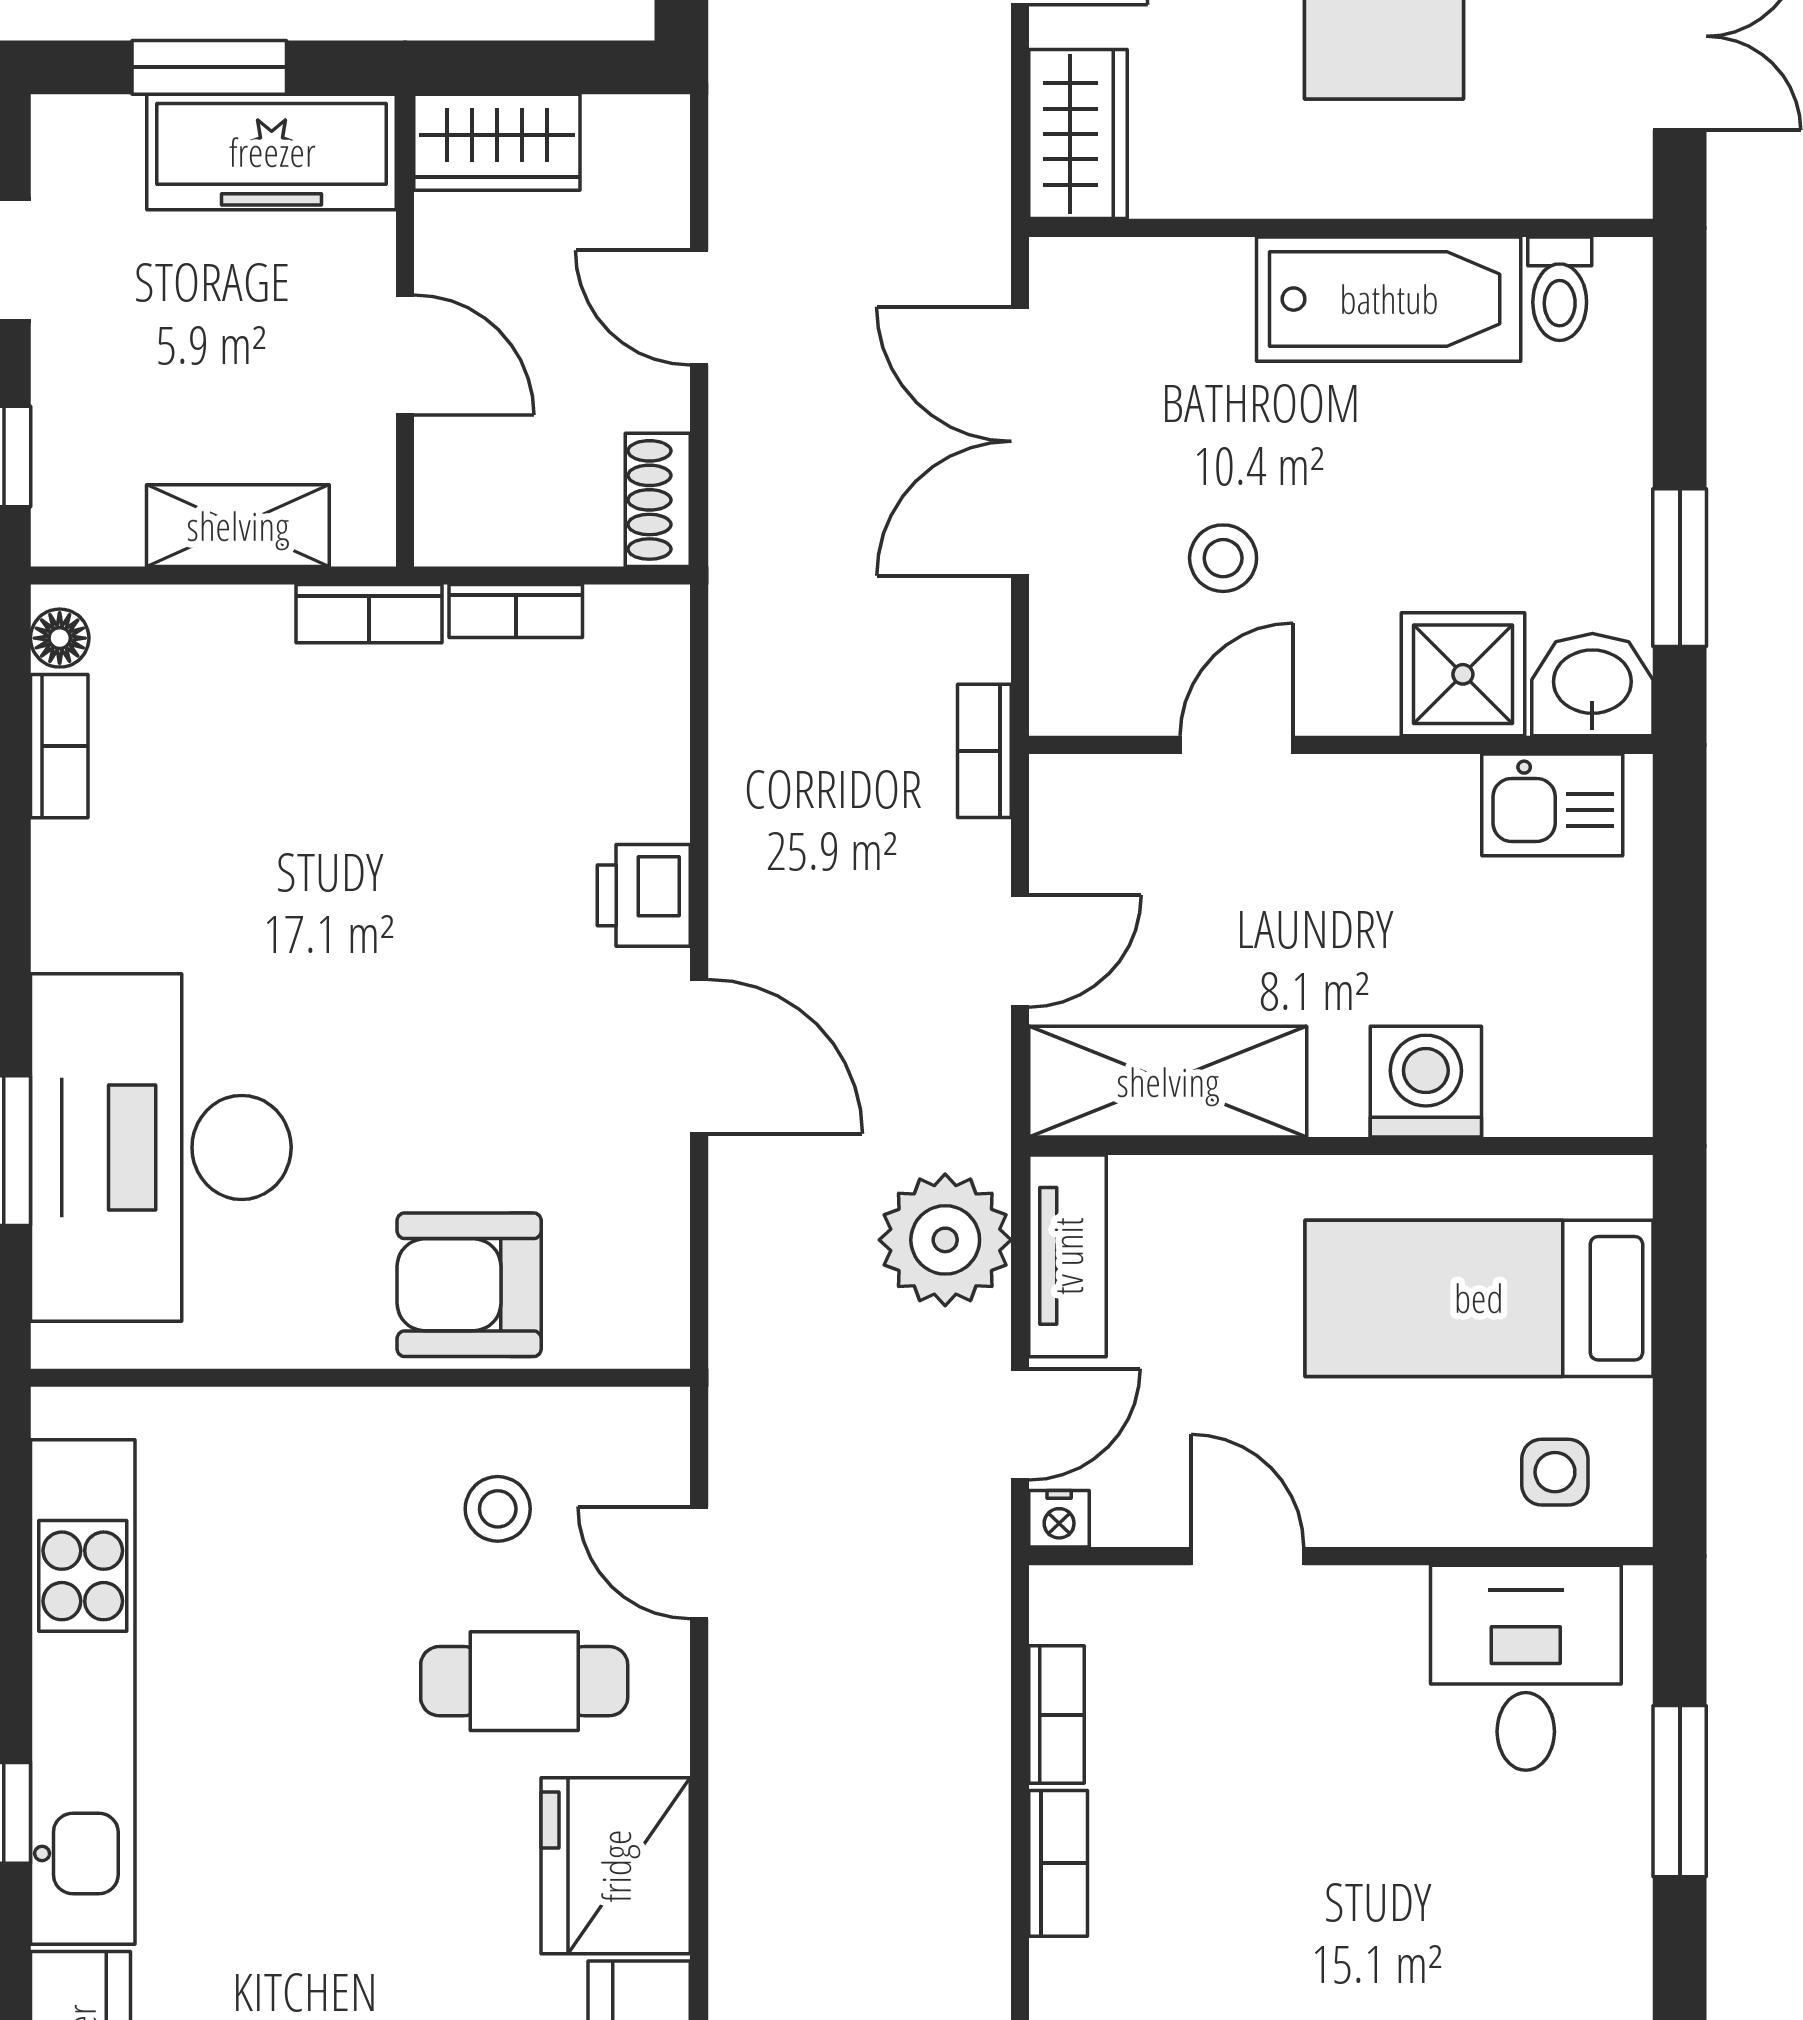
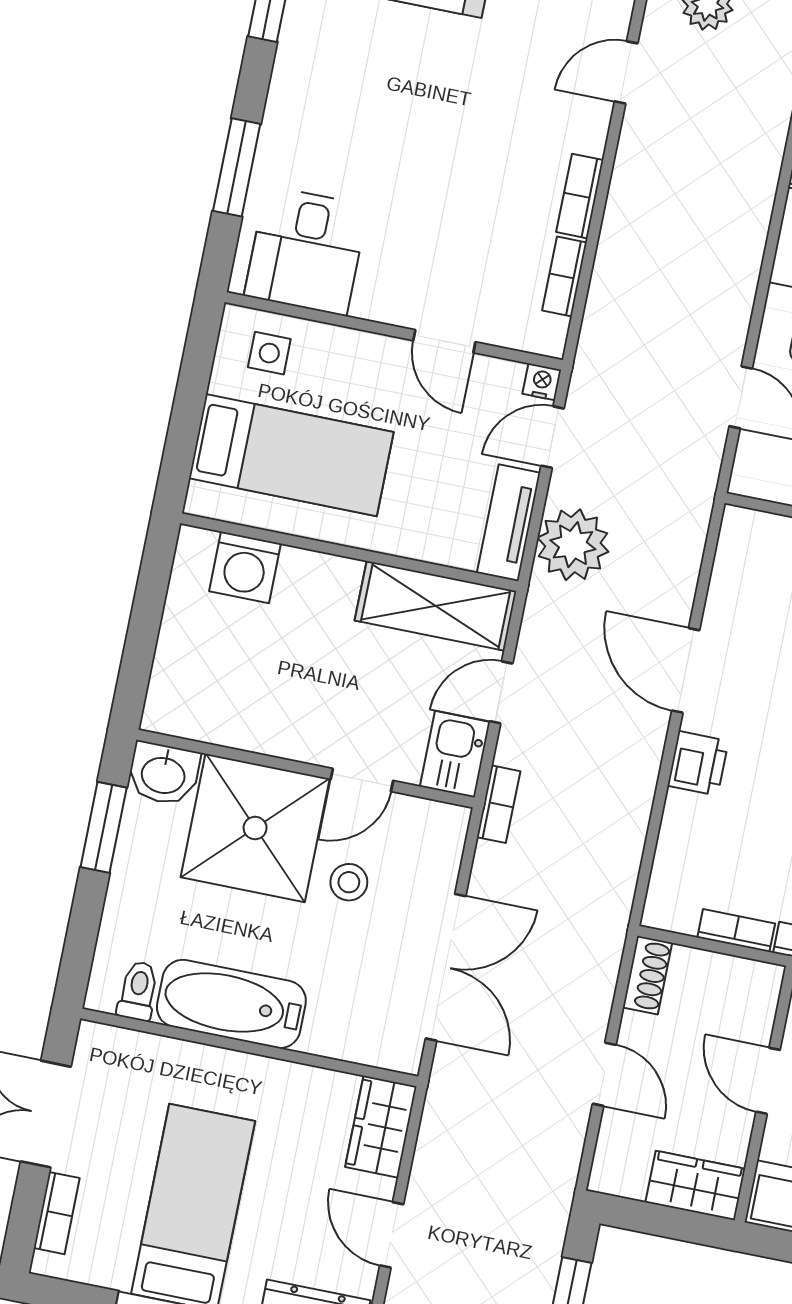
shower: (1463, 674) -> (255, 828), width x1.86, depth x1.86
kitchen sink: (1552, 805) -> (455, 754), moved, turned -90
washing machine: (1426, 1082) -> (245, 567), moved

